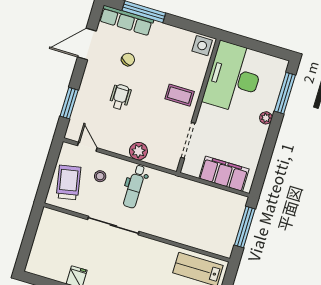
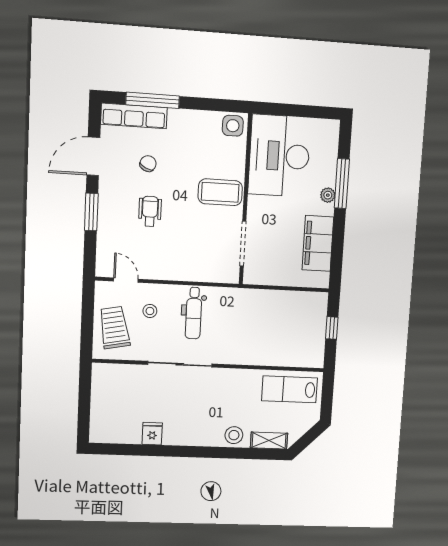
window: (285, 93) -> (342, 184), moved
coffee table: (180, 95) -> (220, 192), width x1.36, depth x1.30
window: (69, 103) -> (91, 212), moved
plant: (138, 151) -> (188, 271), removed
filing cabinet: (224, 174) -> (318, 243), moved, turned -90
window: (245, 227) -> (332, 328), width x0.46

